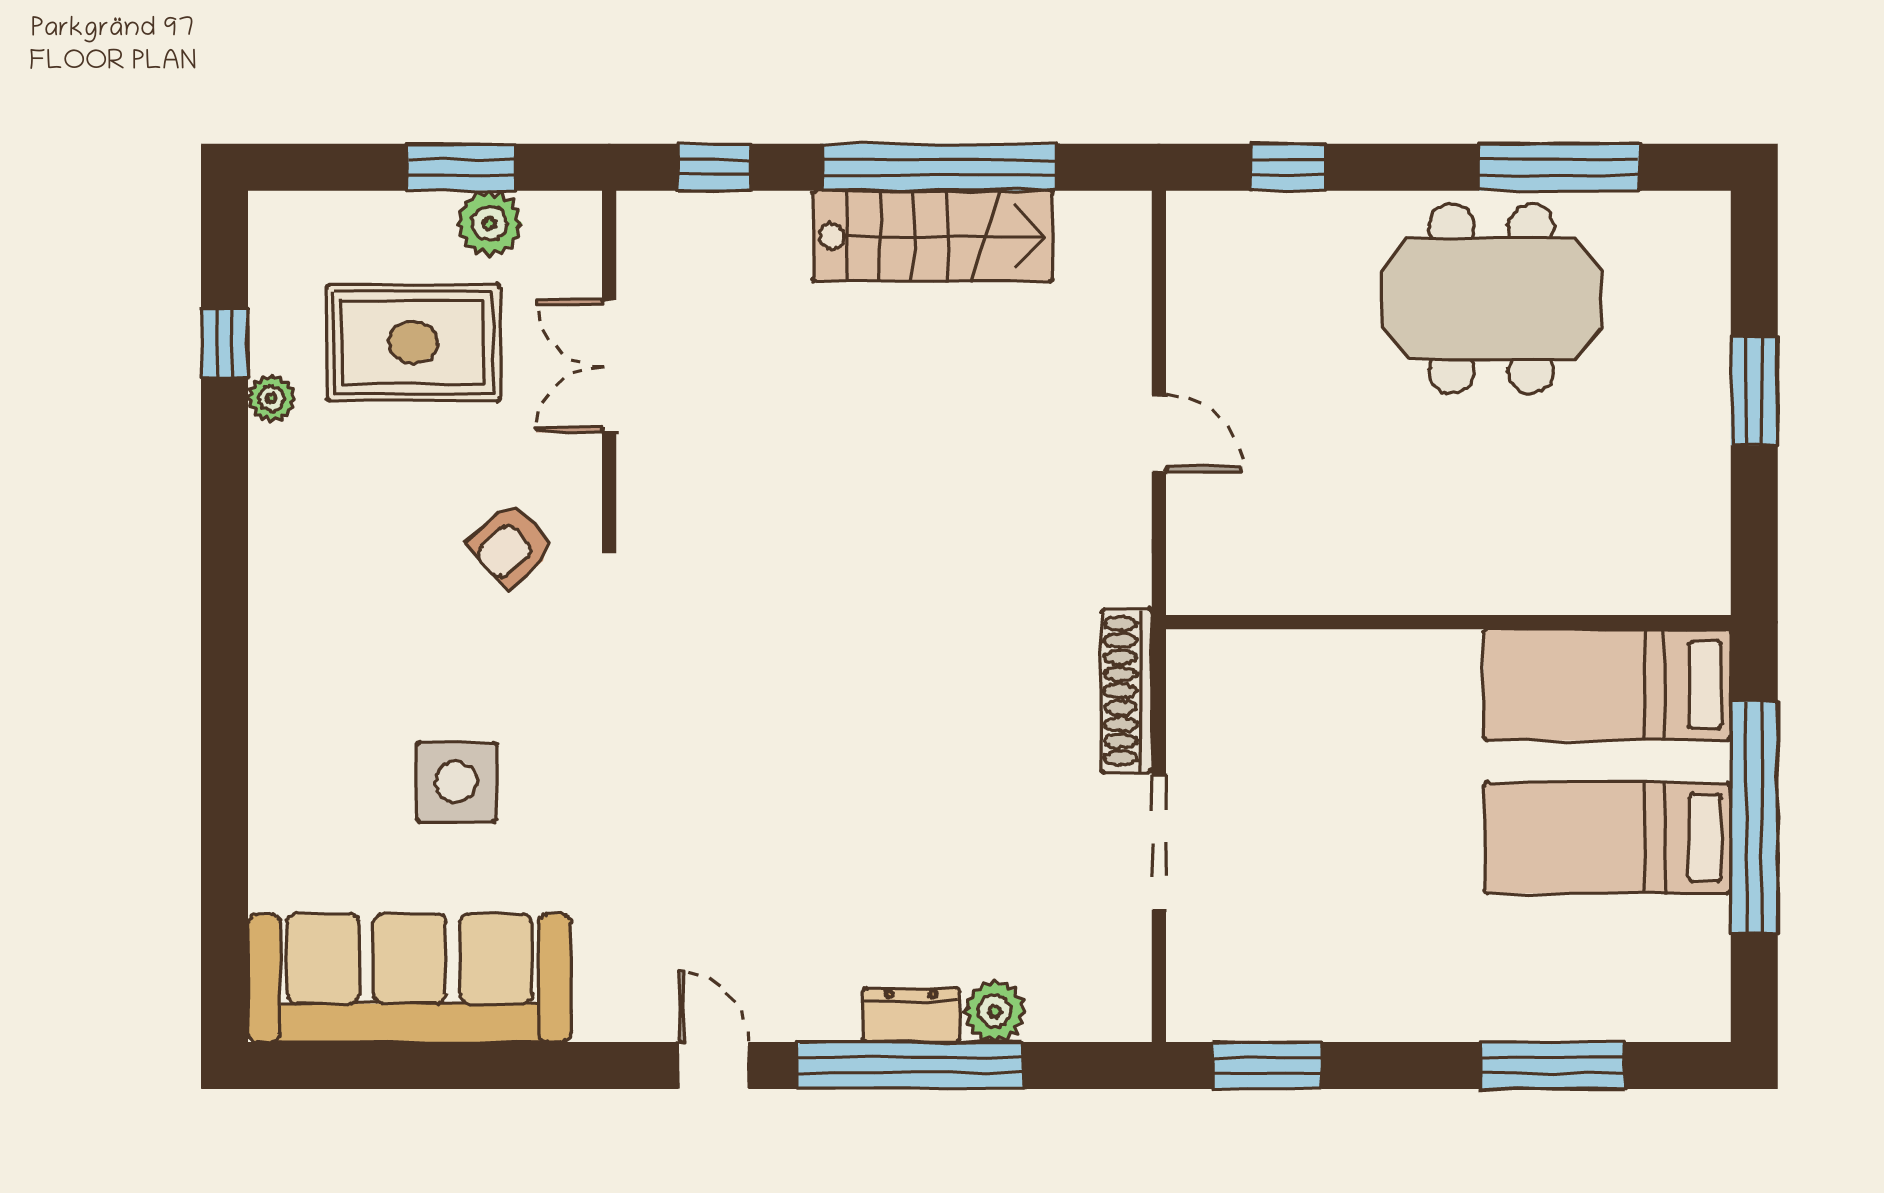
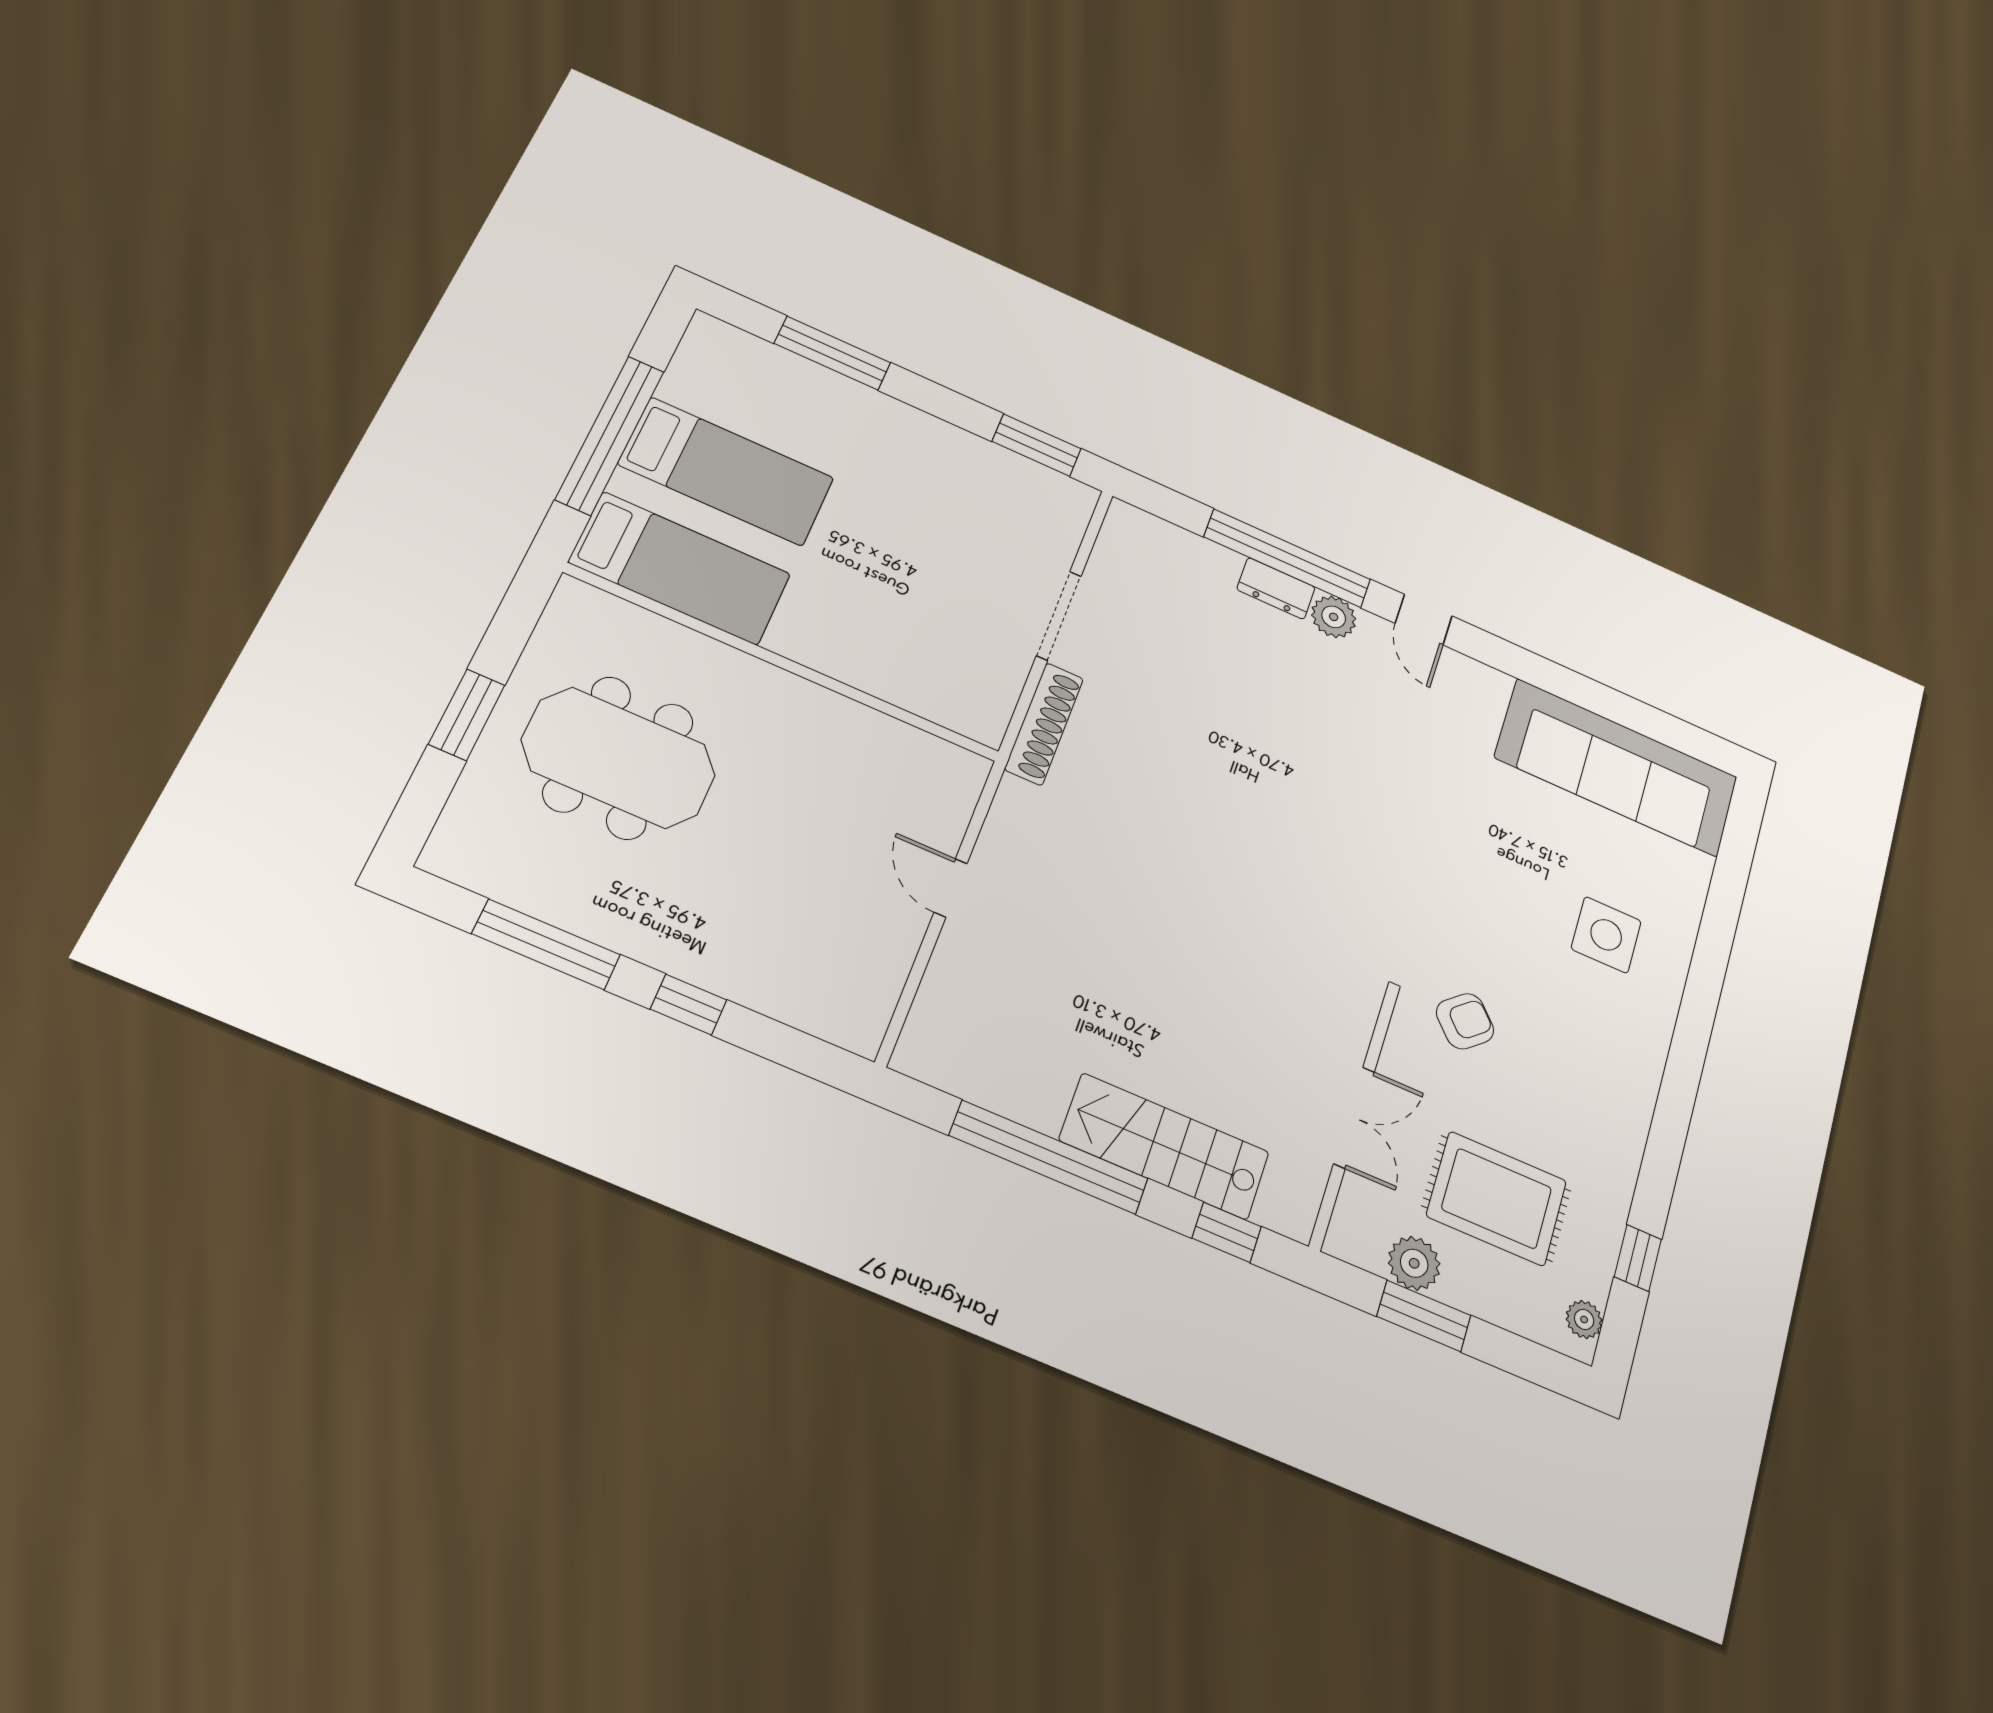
window: (1288, 167) -> (689, 1004), moved
stairs: (933, 236) -> (1164, 1146), moved
meeting table: (1491, 299) -> (619, 758), moved
plant: (271, 398) -> (1584, 1319), moved
side table: (456, 782) -> (1606, 935), moved
plant: (995, 1011) -> (1334, 617), moved

